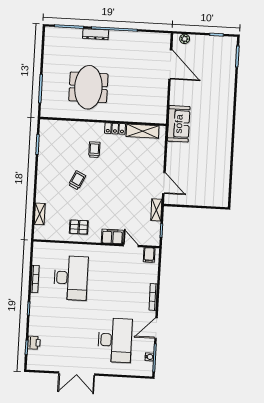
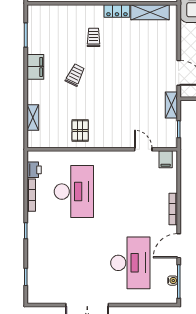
pallet: (79, 227) -> (80, 131), turned 90
filing cabinet: (112, 237) -> (35, 67), moved, turned 90
printer: (34, 343) -> (34, 170), moved

